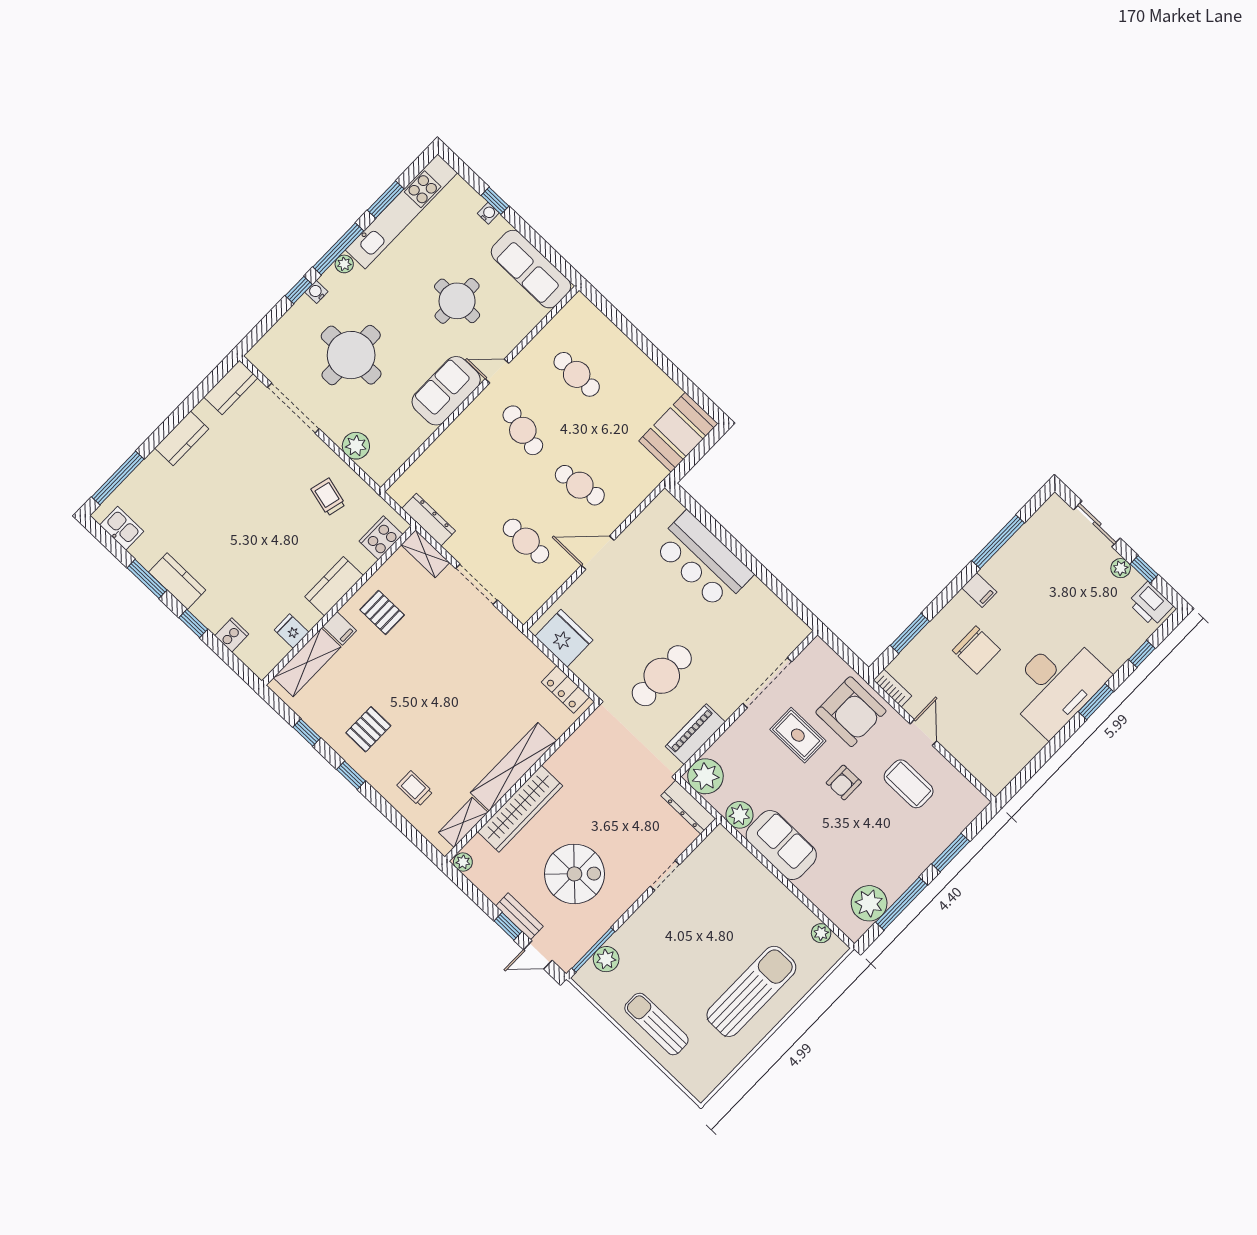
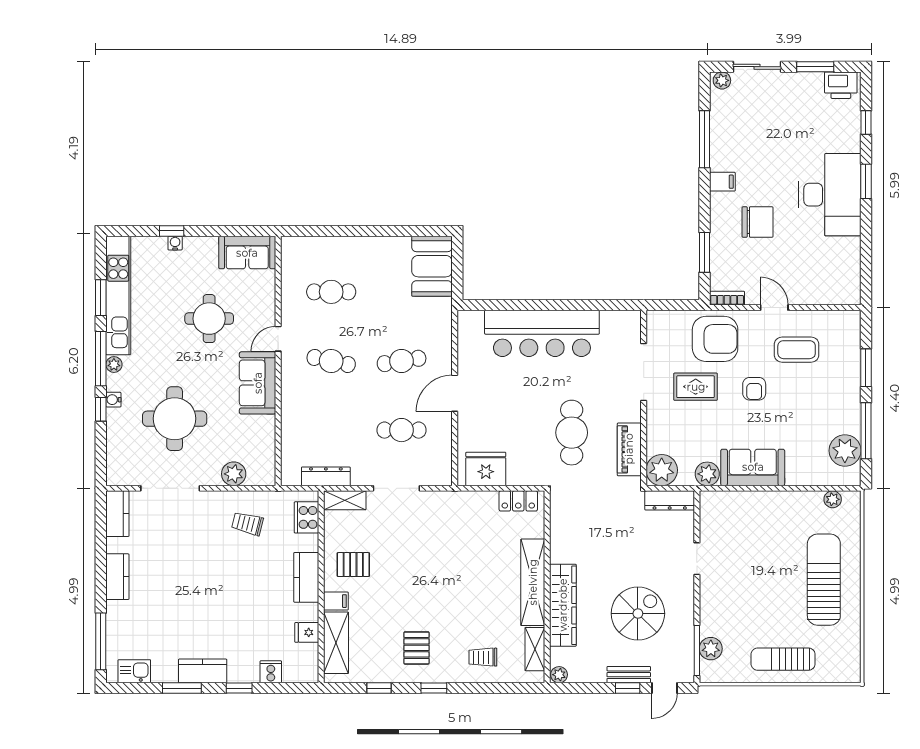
sofa: (531, 269) -> (247, 253), width x0.73
bar counter: (703, 560) -> (542, 333), width x1.36
plant: (1121, 568) -> (722, 80), moved
window: (1144, 569) -> (815, 67), width x1.50

